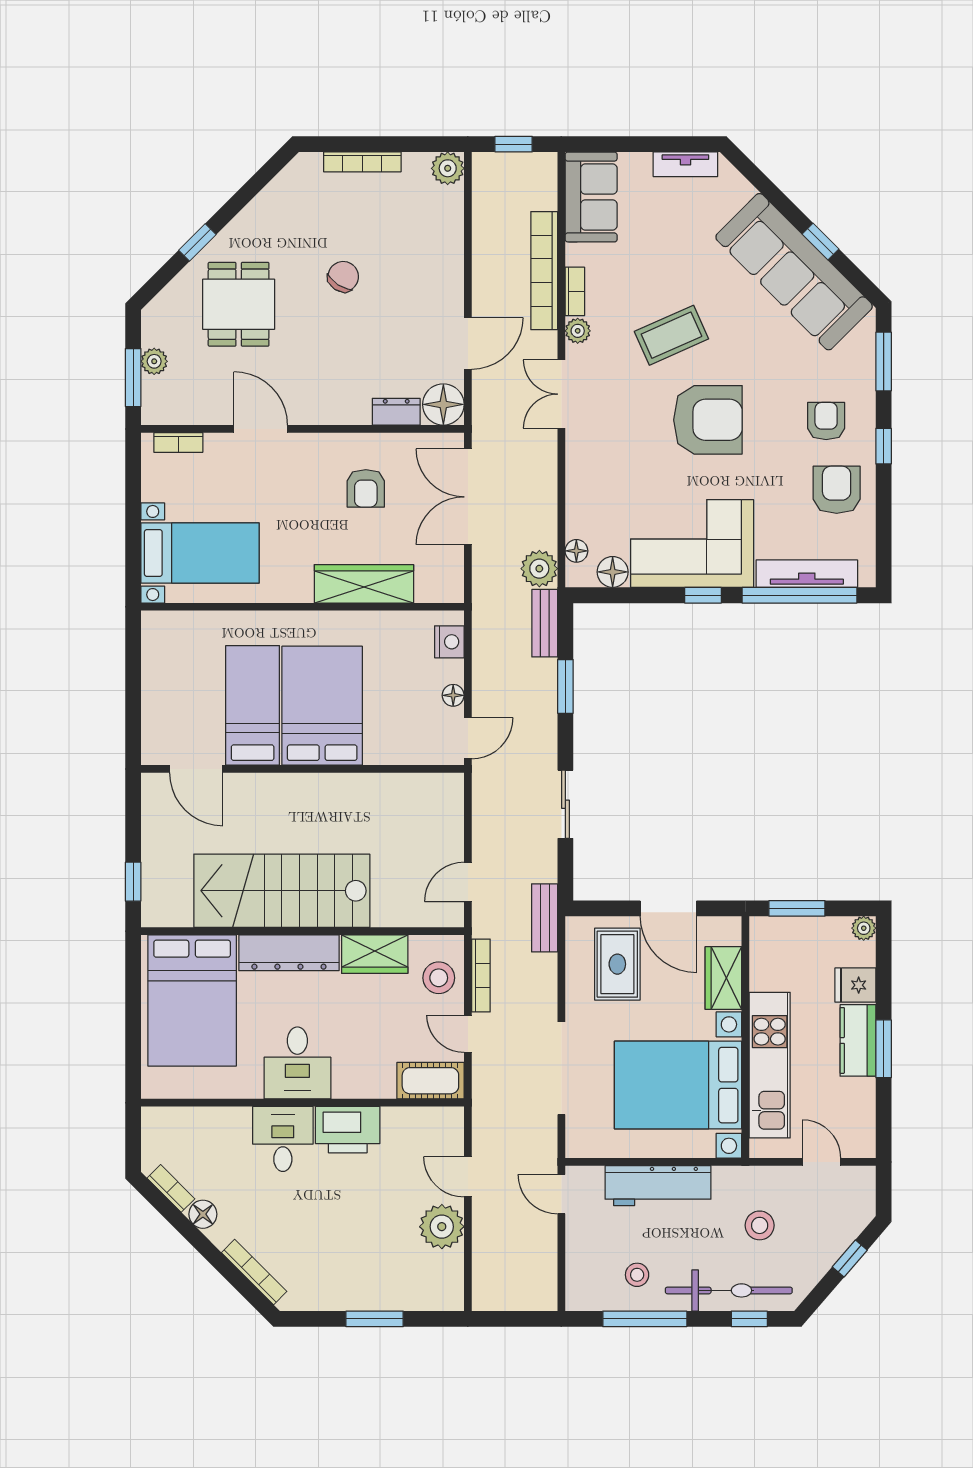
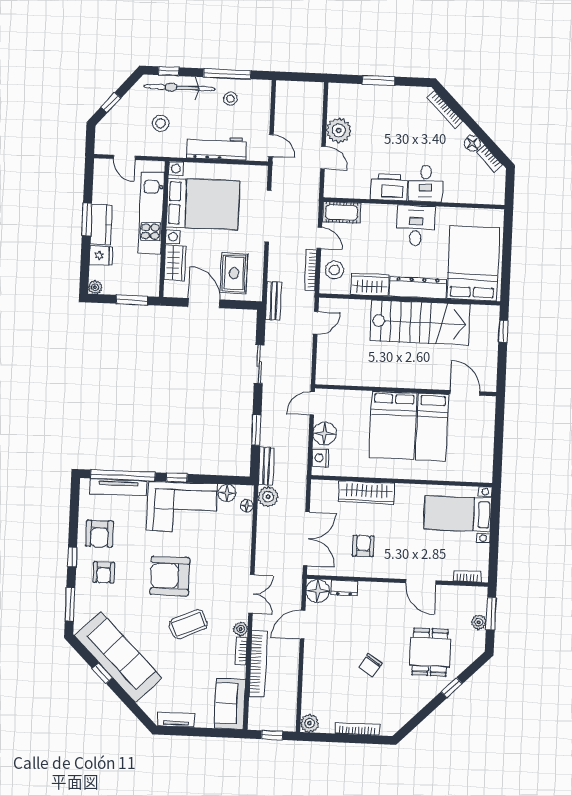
floor lamp: (453, 695) -> (325, 433), width x1.89, depth x1.89

